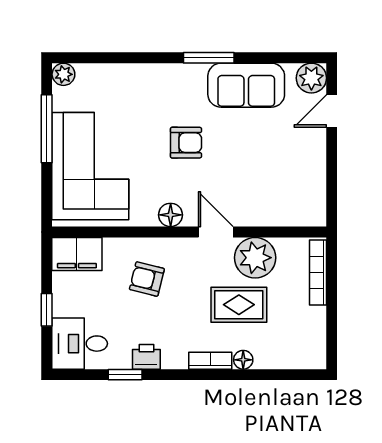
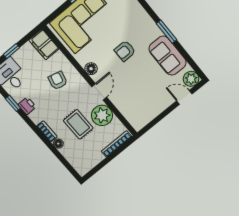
armchair: (186, 143) -> (125, 51), turned 90

